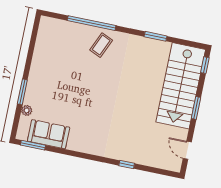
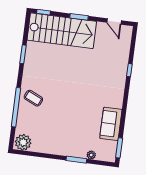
plant: (48, 29) -> (23, 142), added
sofa: (49, 134) -> (111, 124), moved
door: (187, 150) -> (114, 21), hinge flipped

